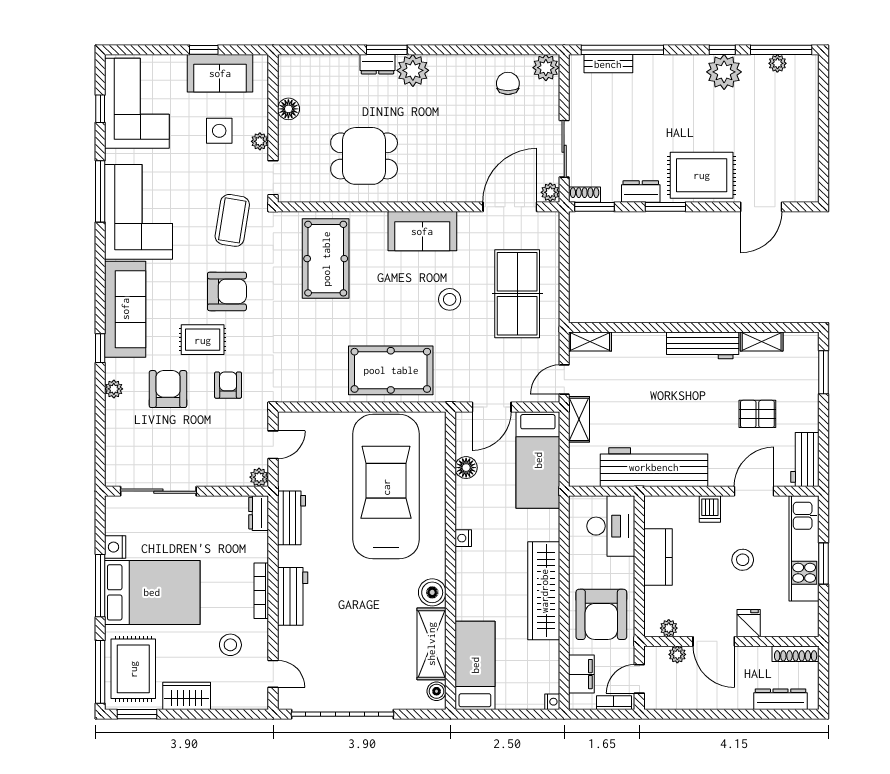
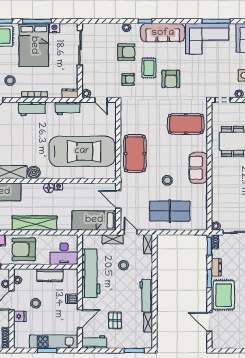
door: (510, 207) -> (209, 208), removed
coffee table: (232, 220) -> (203, 81), removed
stool: (636, 395) -> (123, 265), added
floor lamp: (466, 468) -> (49, 188), moved
door: (754, 491) -> (80, 319), hinge flipped
stool: (743, 560) -> (36, 303), moved

